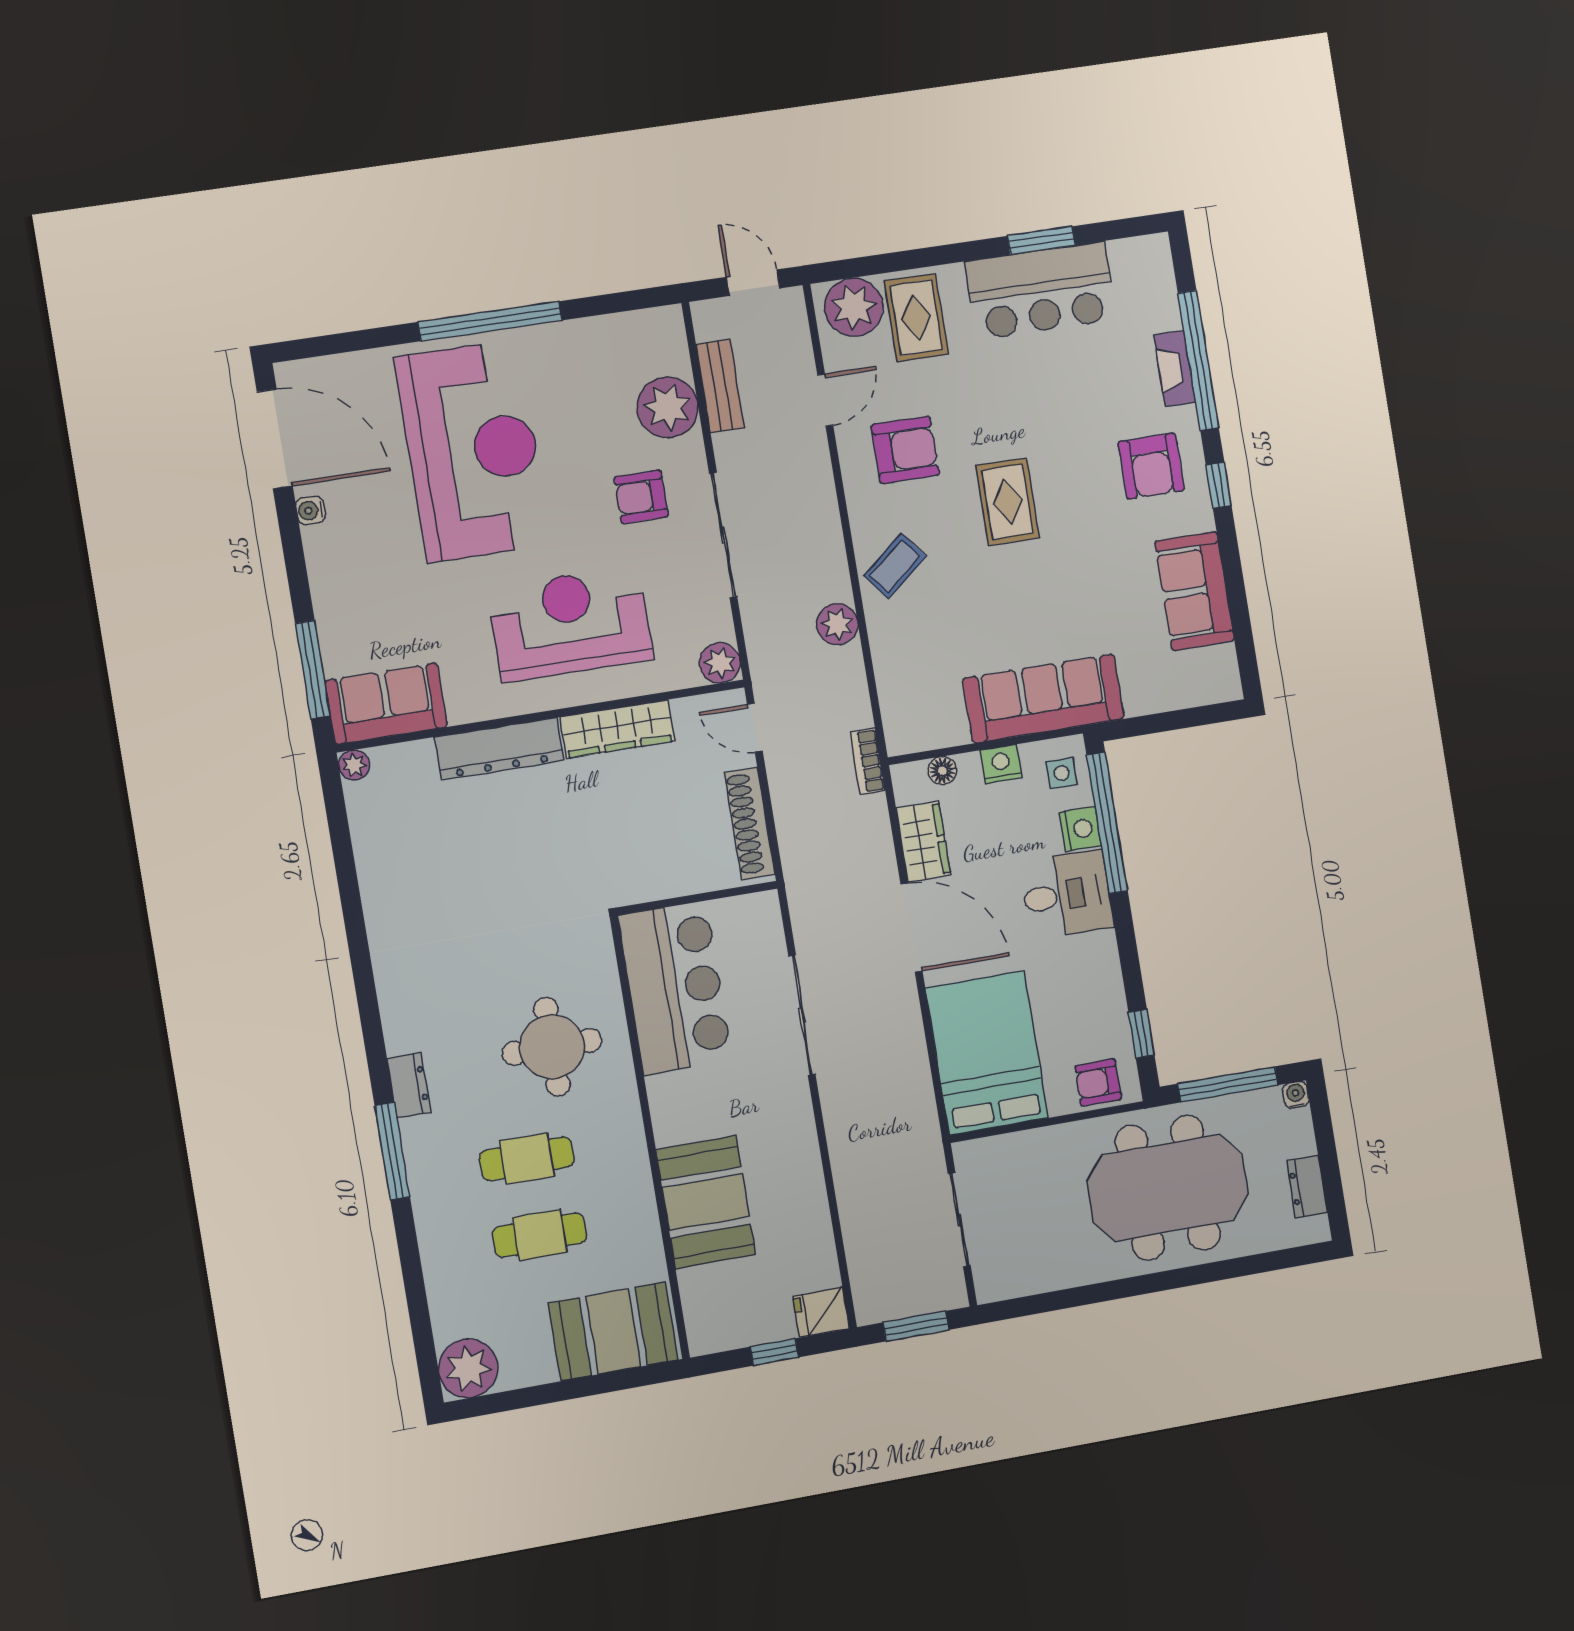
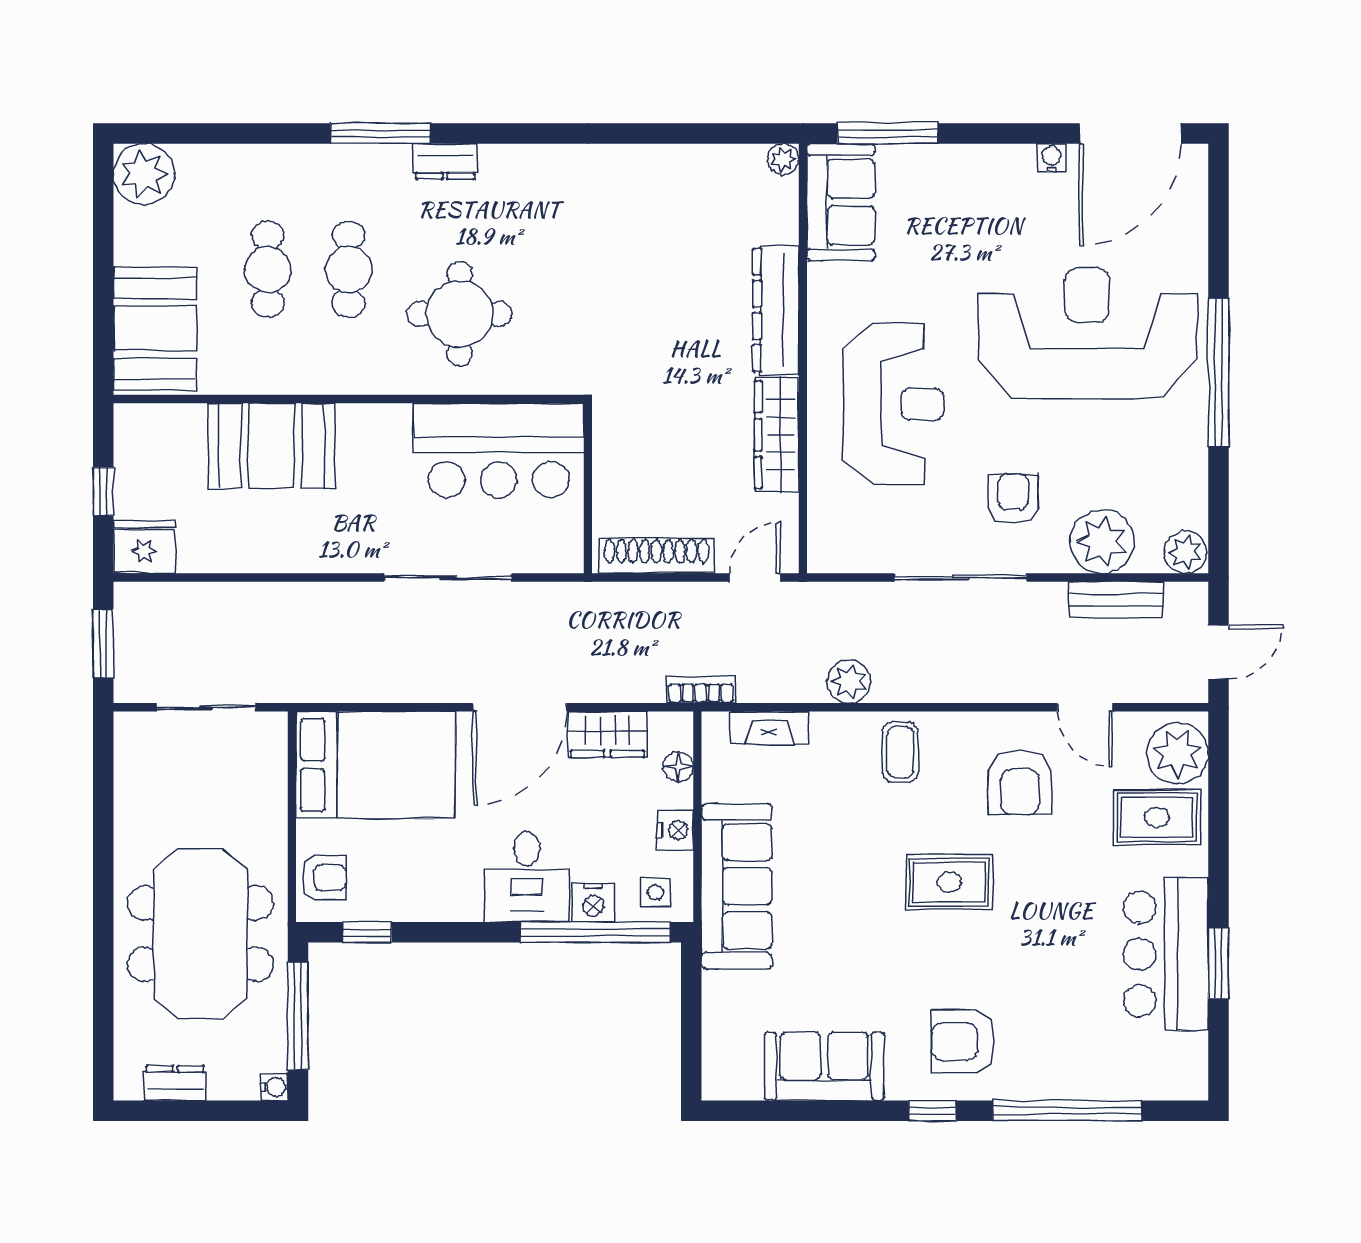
fireplace: (1175, 369) -> (769, 728), moved, turned 180
reception desk: (473, 451) -> (1087, 333), turned 180
coffee table: (895, 566) -> (900, 752), turned 39
plant: (720, 663) -> (1185, 552), moved
armchair: (1098, 1082) -> (324, 878), turned 90
fridge: (821, 1312) -> (144, 547), width x1.38

